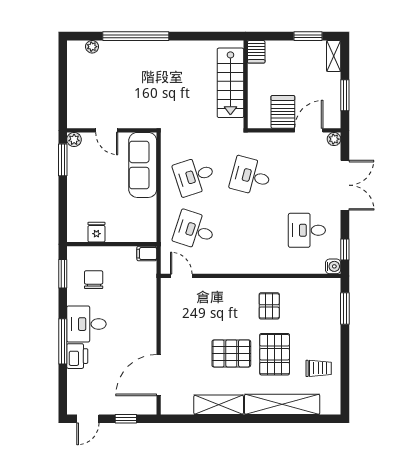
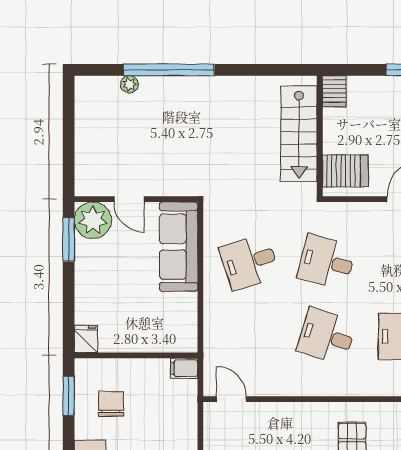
plant: (92, 47) -> (129, 84), moved
server rack: (283, 112) -> (345, 171), moved, turned 90
plant: (74, 140) -> (93, 220), width x1.87, depth x1.87
desk: (194, 230) -> (327, 336), moved
fridge: (96, 232) -> (86, 339), moved

